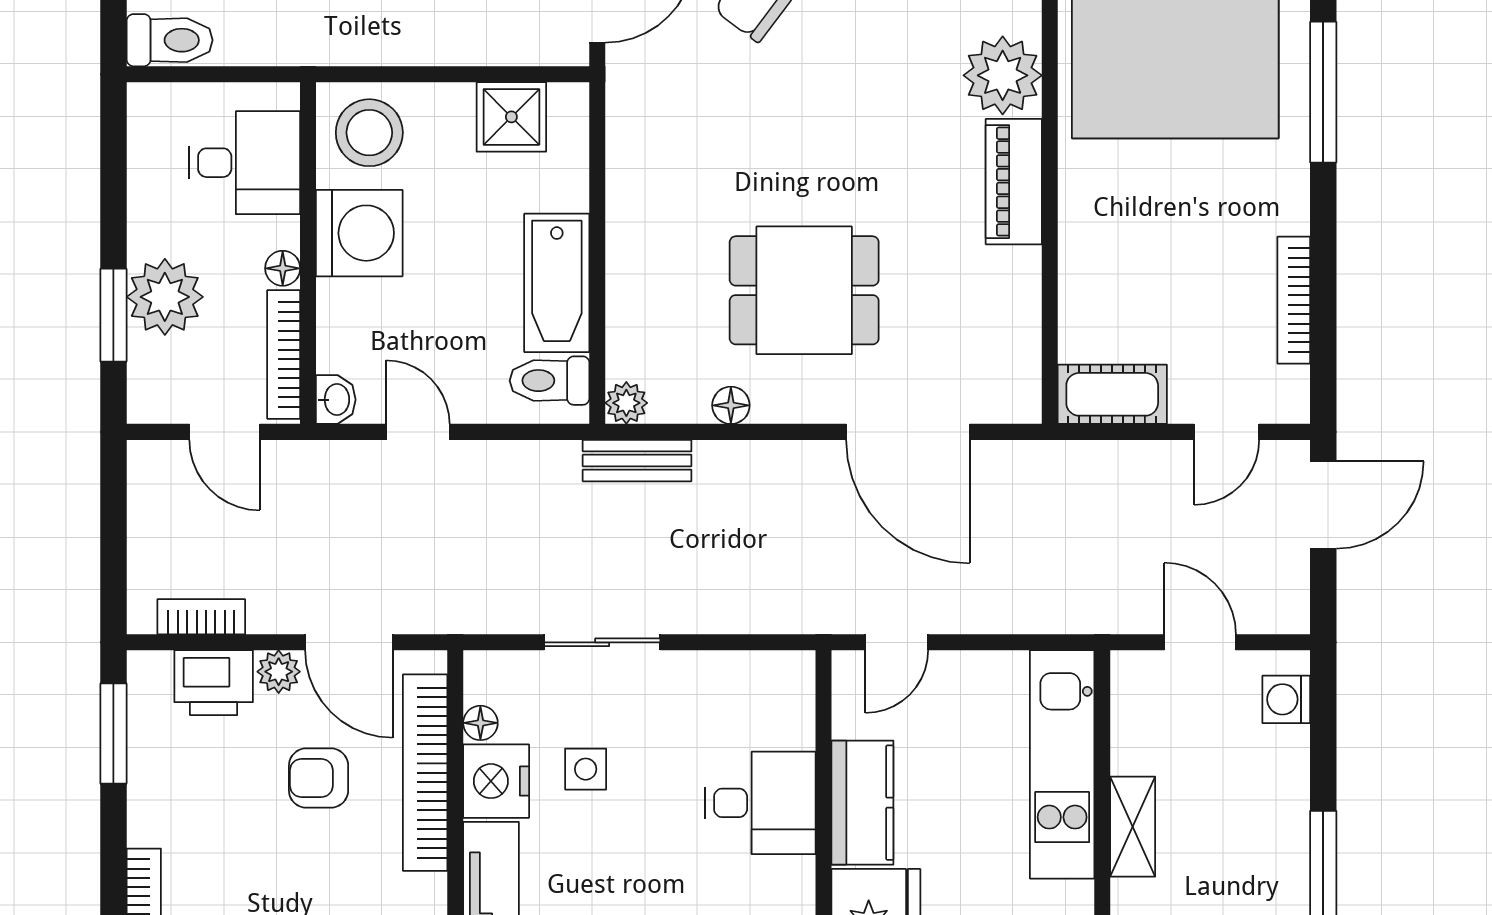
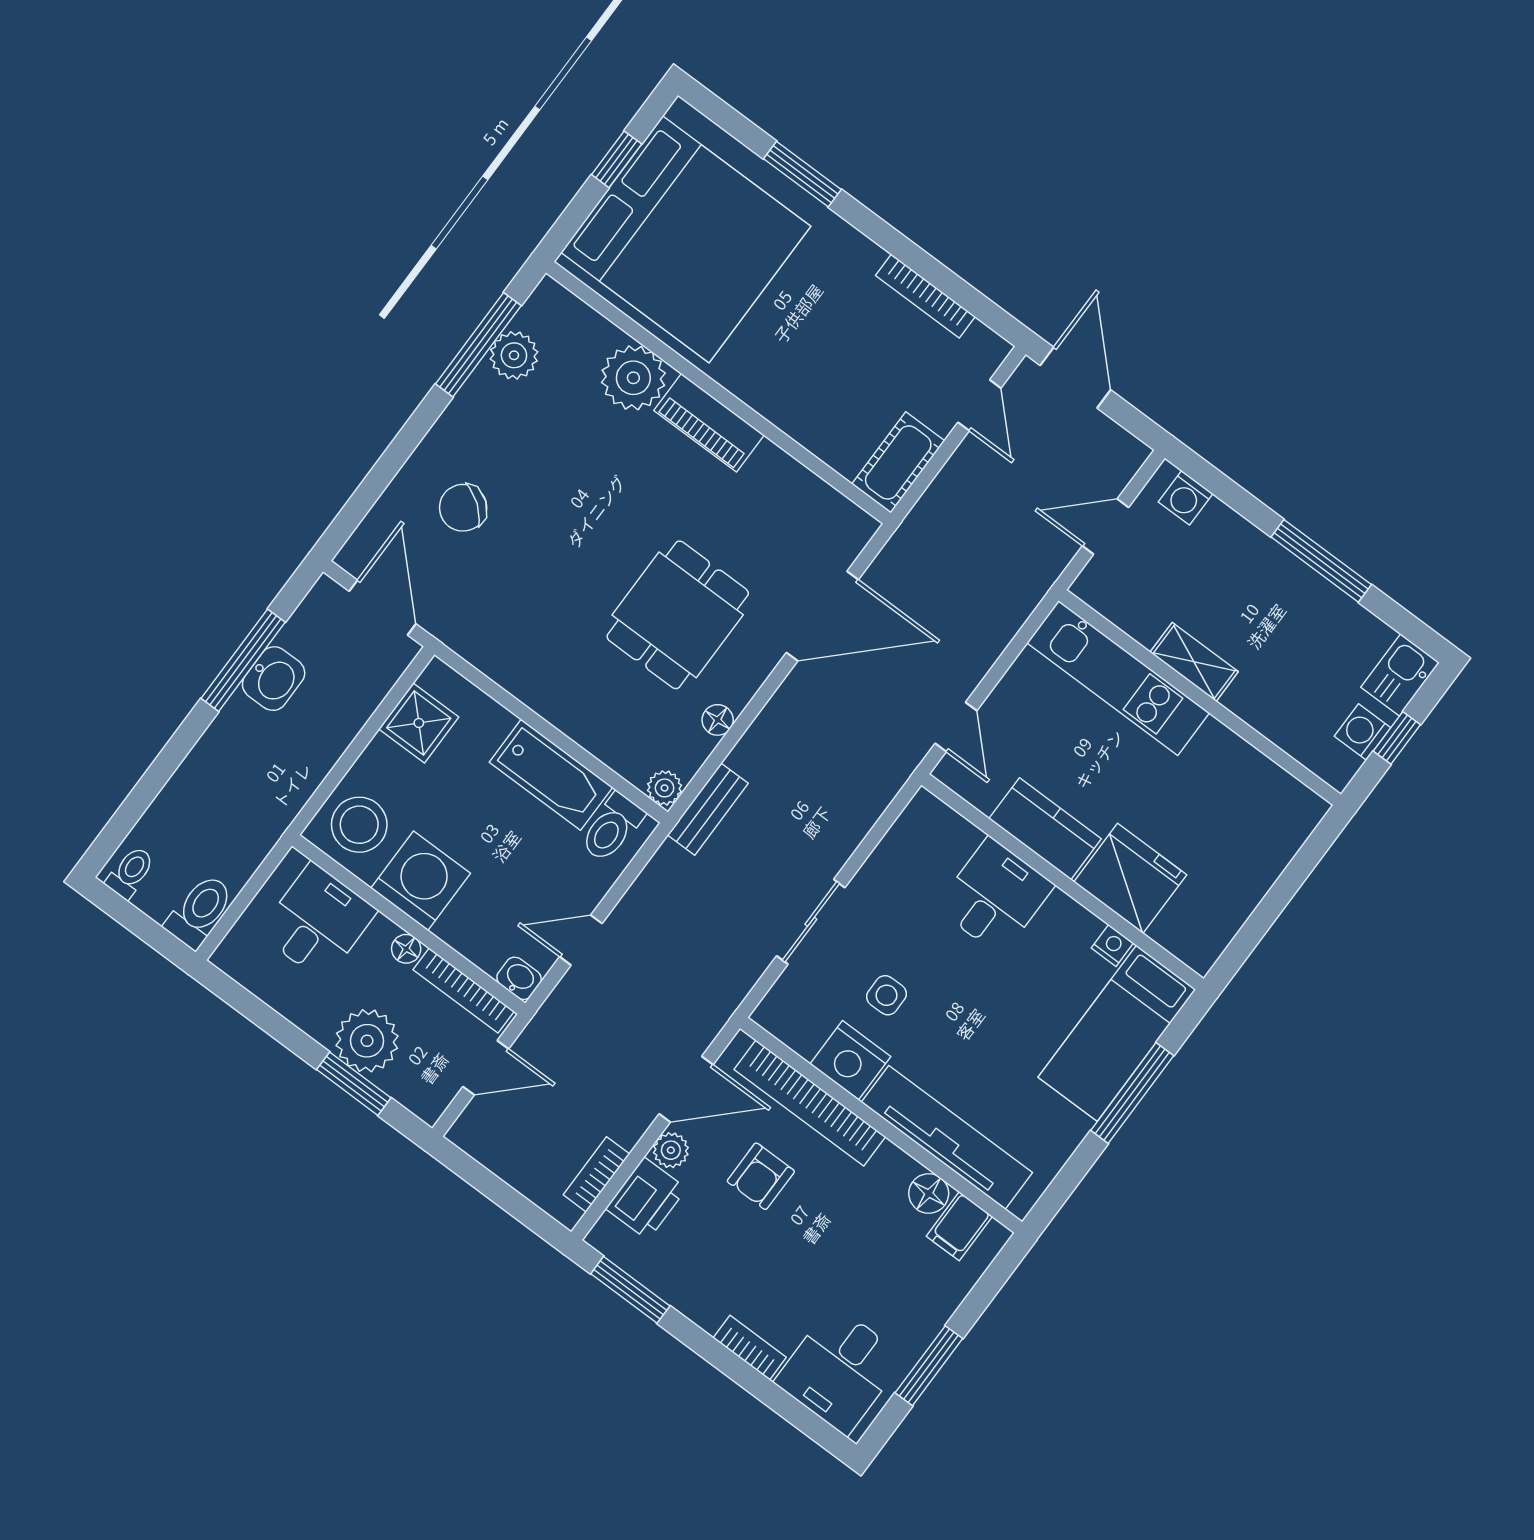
window: (1323, 92) -> (802, 174), width x0.69
floor lamp: (480, 723) -> (804, 1042), removed

